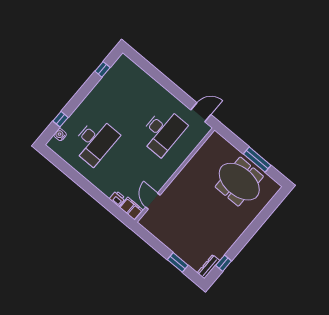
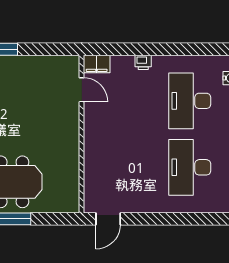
desk: (163, 132) -> (190, 167), moved
printer: (117, 198) -> (143, 62), moved

